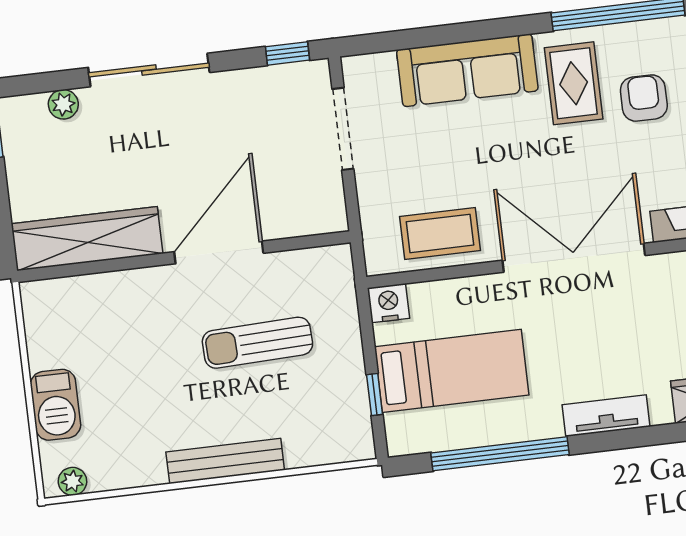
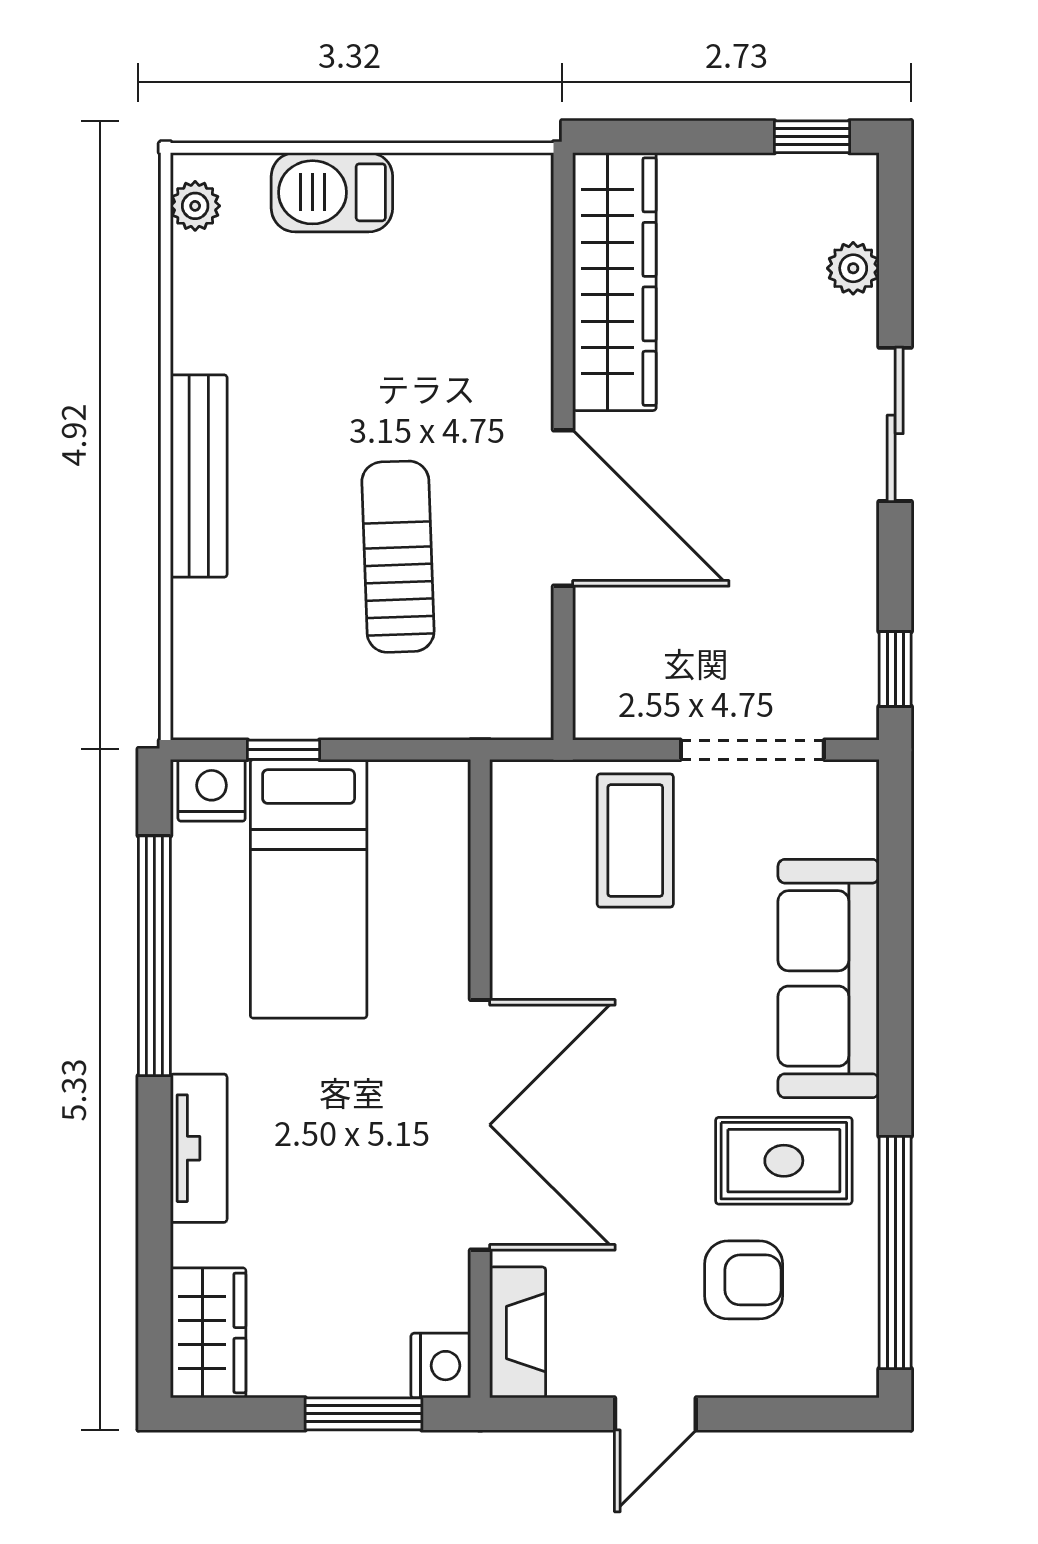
sliding door: (149, 70) -> (895, 424), width x0.73
coffee table: (440, 233) -> (635, 840), moved
nightstand: (389, 303) -> (212, 790), moved, turned -90

